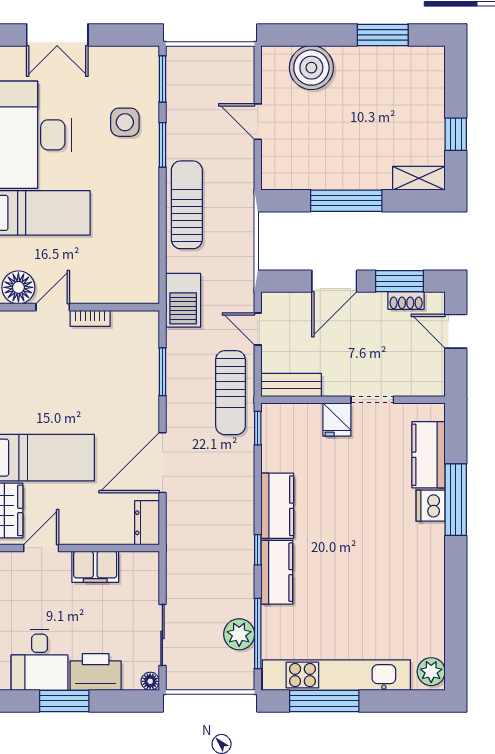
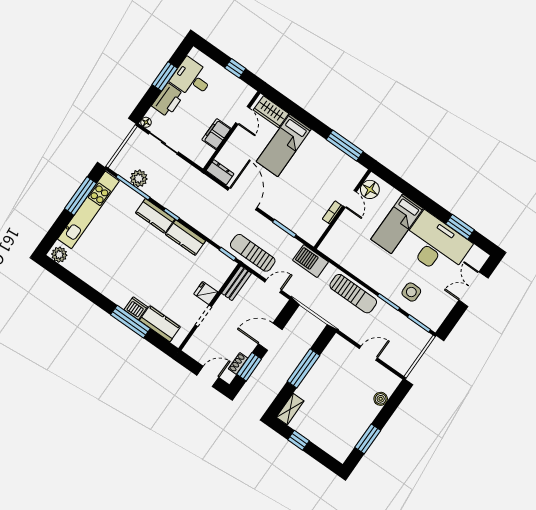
boiler: (311, 68) -> (381, 399), width x0.54, depth x0.54
door: (334, 281) -> (270, 337), hinge flipped

